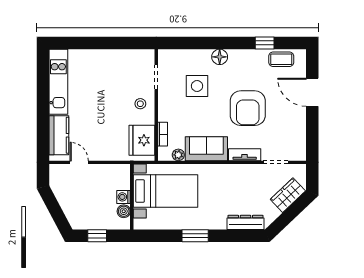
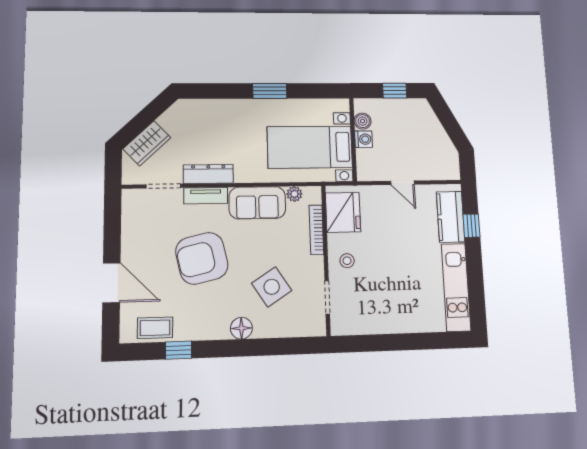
side table: (197, 86) -> (272, 287), turned -33
armchair: (248, 108) -> (202, 258), turned -103
window: (43, 128) -> (471, 226), added
bookcase: (163, 134) -> (316, 230), width x1.56
door: (79, 162) -> (403, 183), moved
dresser: (245, 222) -> (208, 174), moved, turned 180

